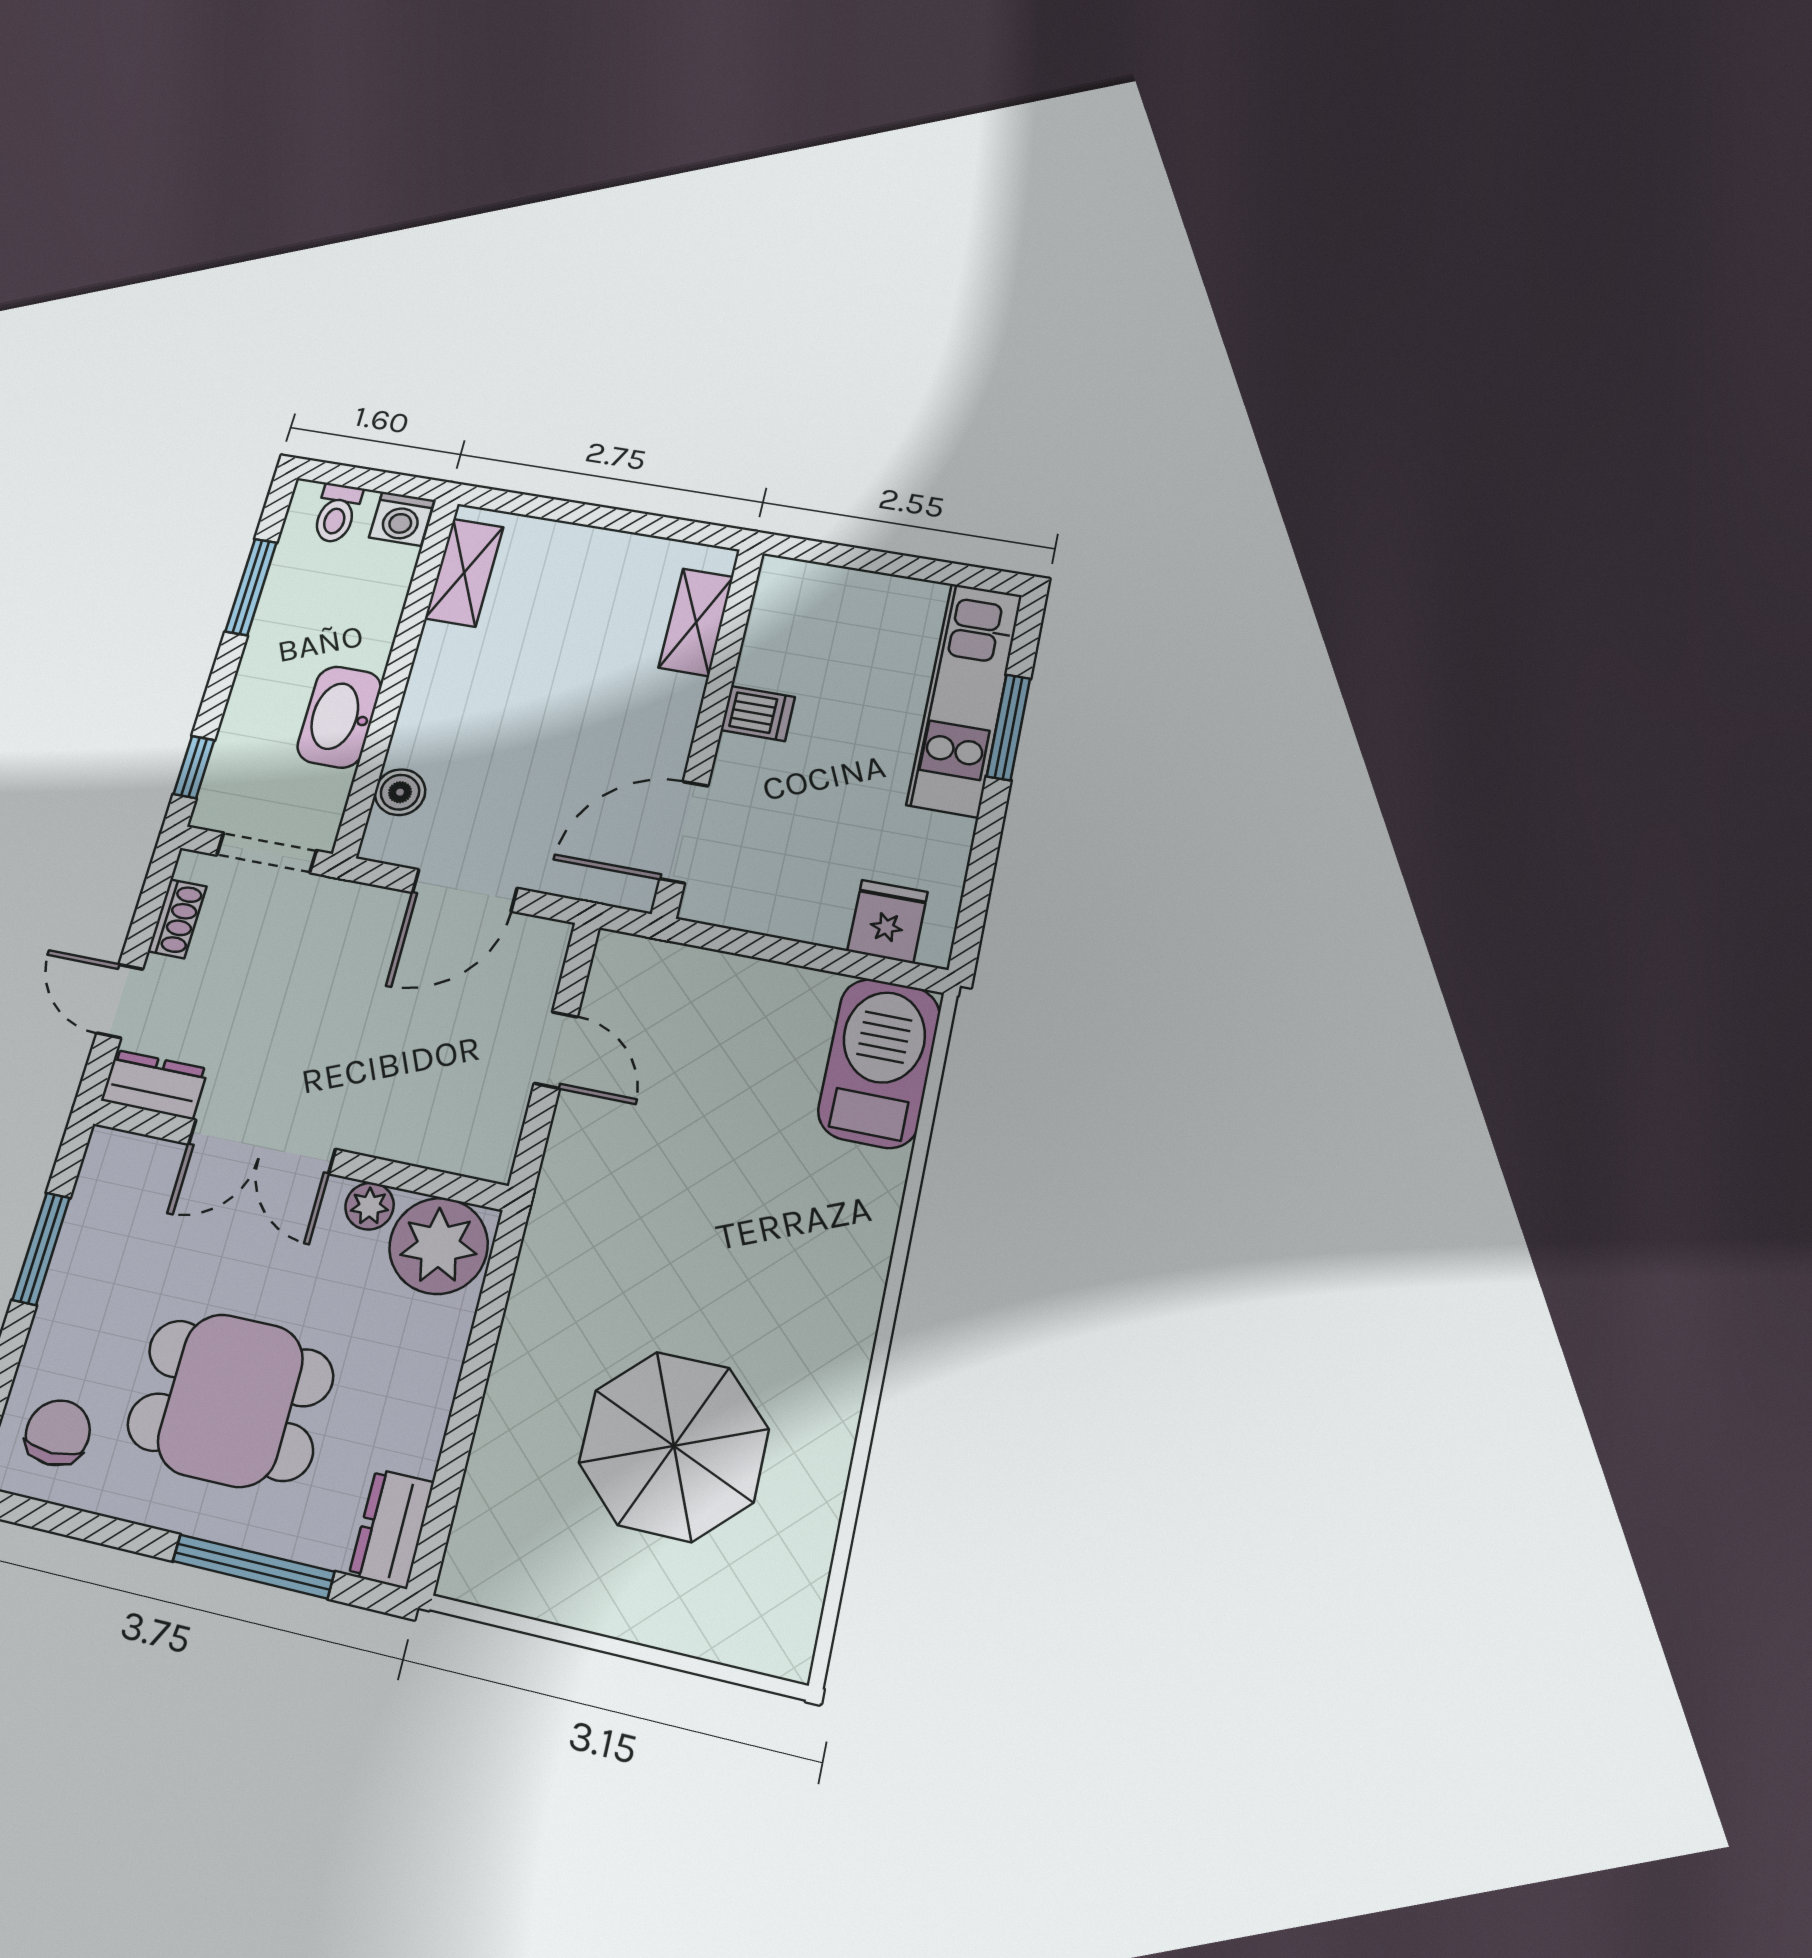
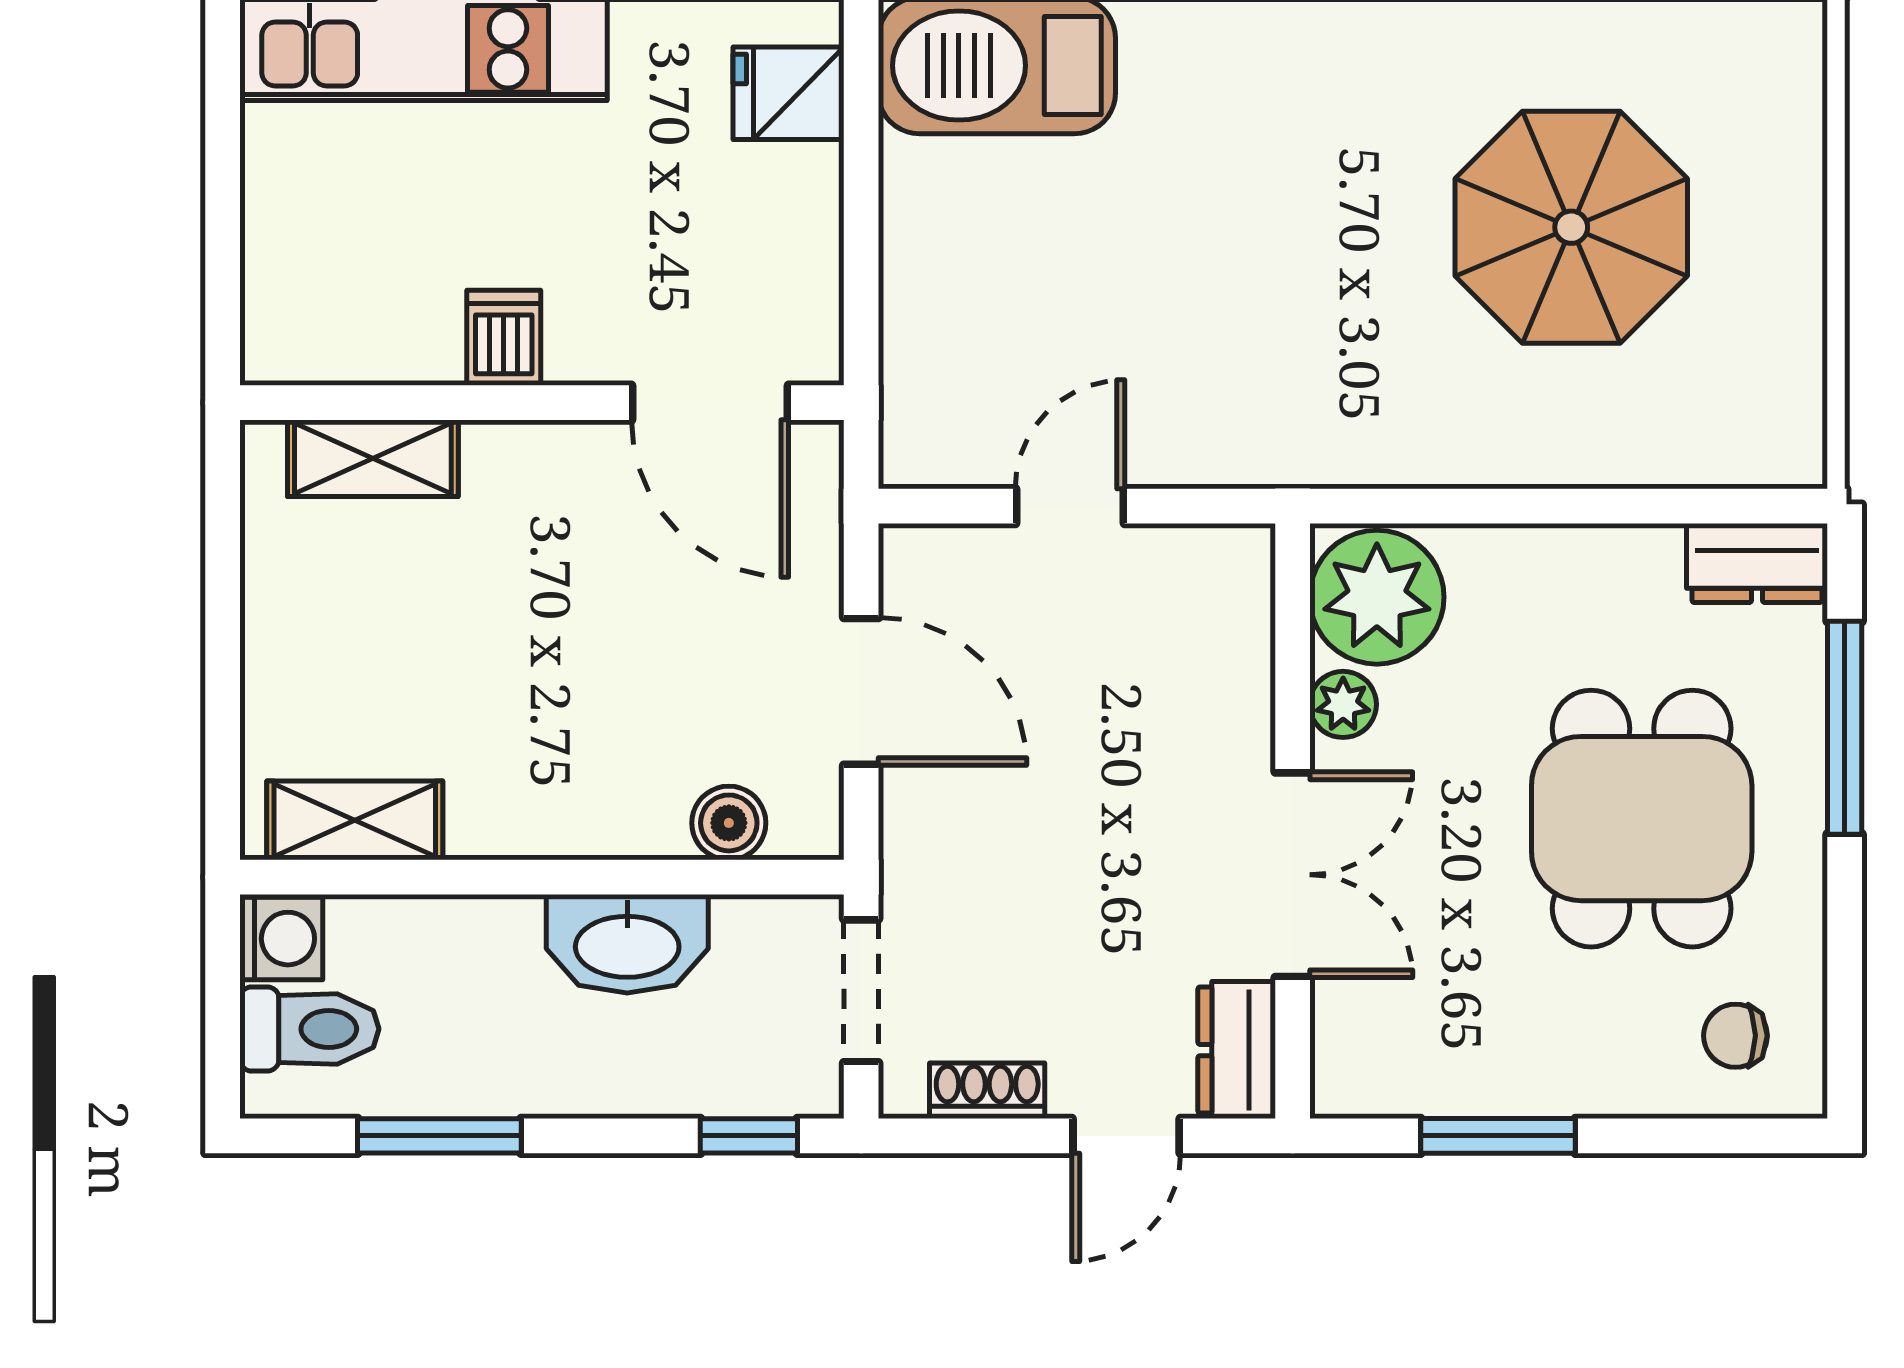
toilet: (337, 513) -> (309, 1029), width x1.37, depth x1.39
chair: (58, 1433) -> (1735, 1036), width x0.73, depth x0.73

